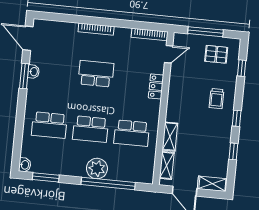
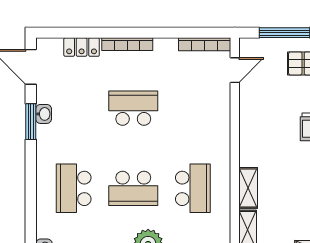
locker: (156, 86) -> (82, 47), moved, turned -90
school desk: (49, 125) -> (74, 188), turned 90
school desk: (132, 133) -> (193, 188), turned -90

